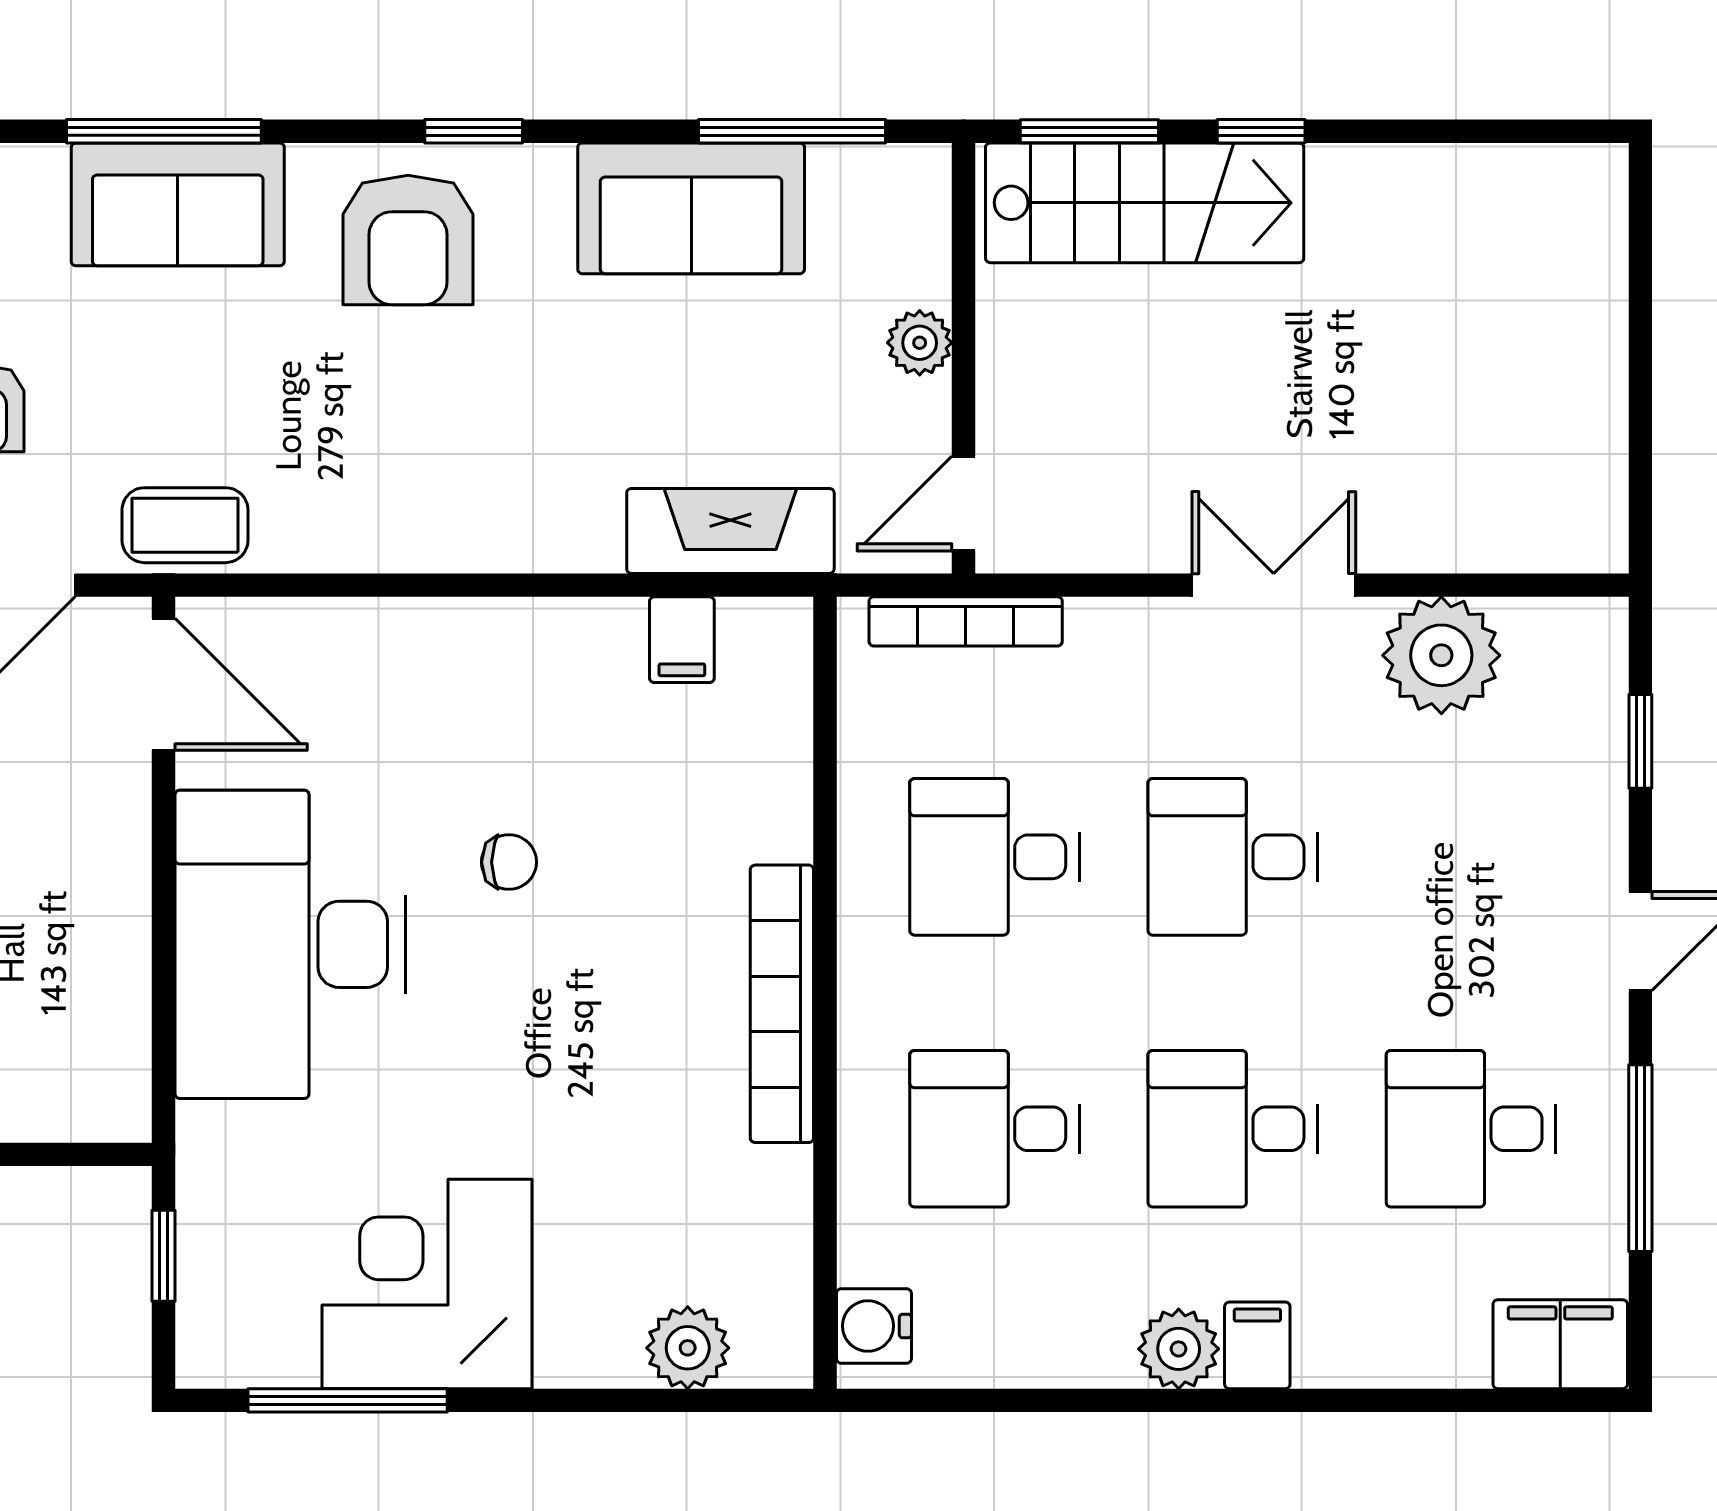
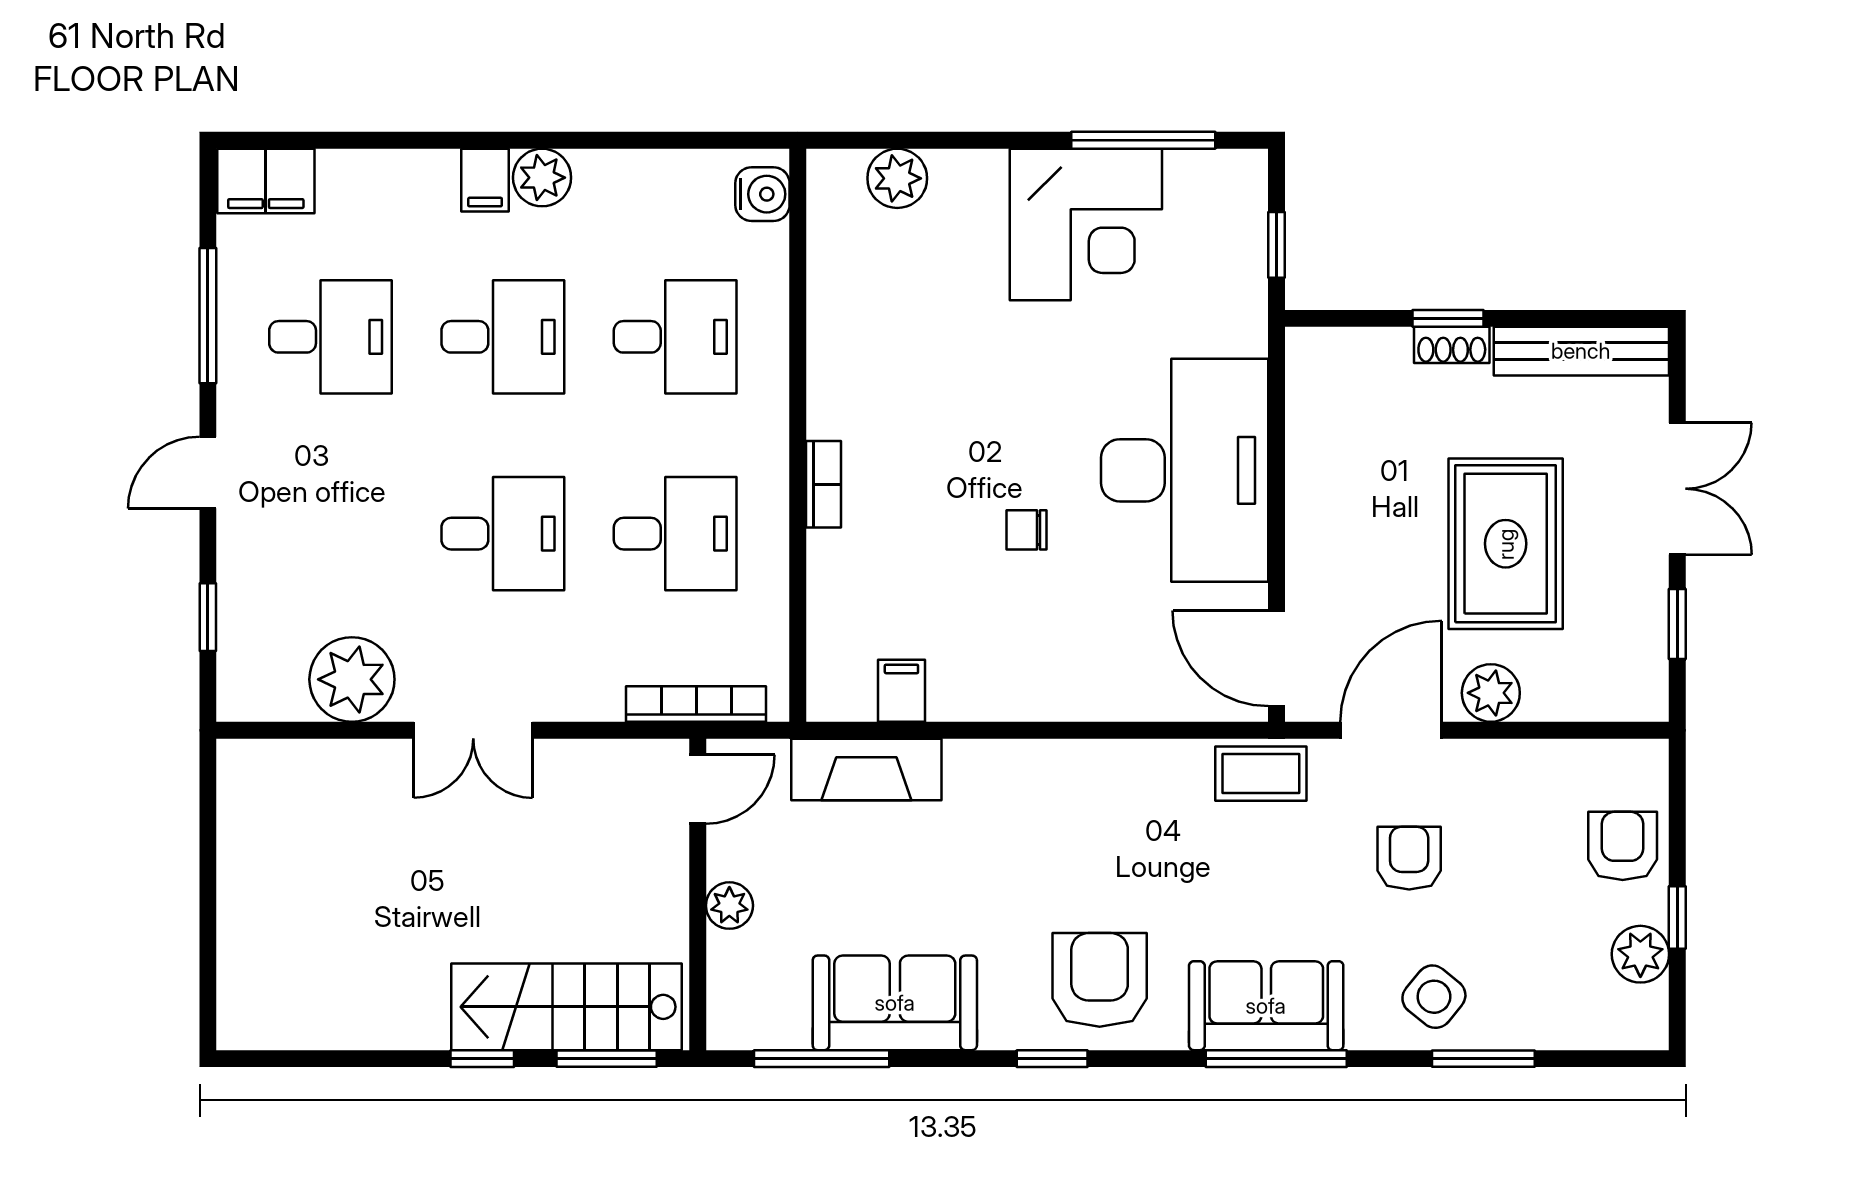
bookcase: (782, 1004) -> (824, 484), width x0.43, depth x0.76

